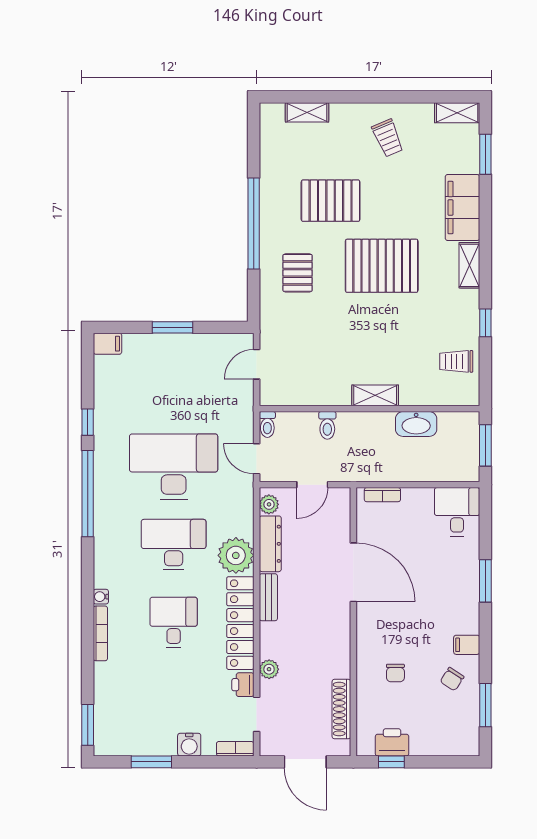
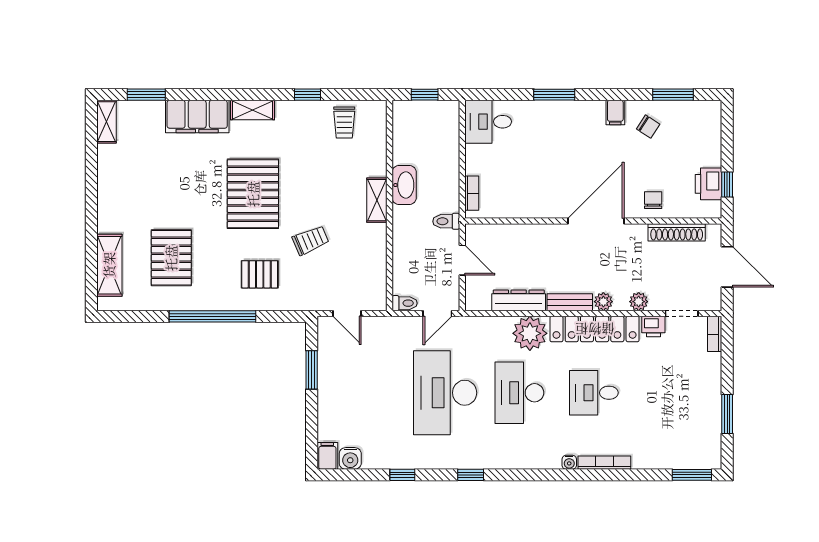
shelving: (307, 112) -> (109, 265), width x1.50, depth x1.33
trolley: (388, 138) -> (311, 240), moved
pallet: (331, 201) -> (171, 258), moved
window: (173, 327) -> (312, 370), moved
washbasin: (416, 424) -> (404, 185), moved
toilet: (327, 425) -> (446, 221), moved, turned 180
window: (485, 445) -> (425, 95), width x0.67
window: (88, 494) -> (471, 475), width x0.32
plant: (269, 504) -> (603, 302), moved
door: (353, 572) -> (596, 221), moved
chair: (395, 673) -> (653, 200), moved, turned -90
water cooler: (189, 745) -> (350, 458), moved, turned 90
door: (305, 762) -> (727, 267), hinge flipped

